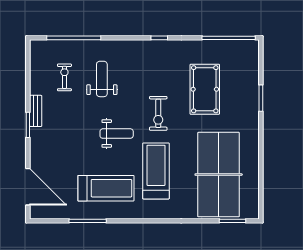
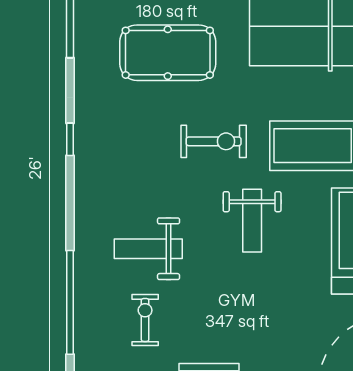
exercise bike: (64, 77) -> (145, 320), turned 90
weight bench: (117, 134) -> (252, 221), turned 180

